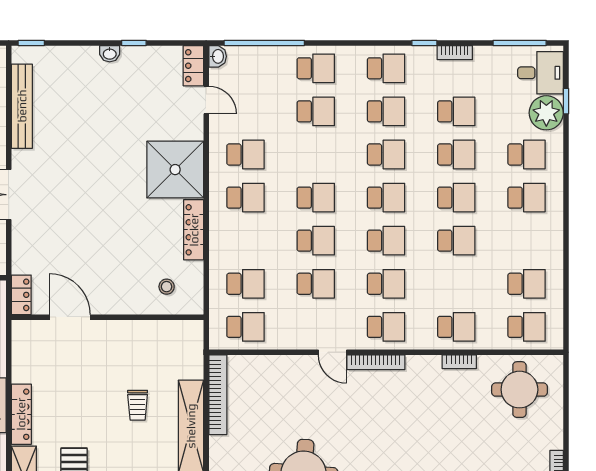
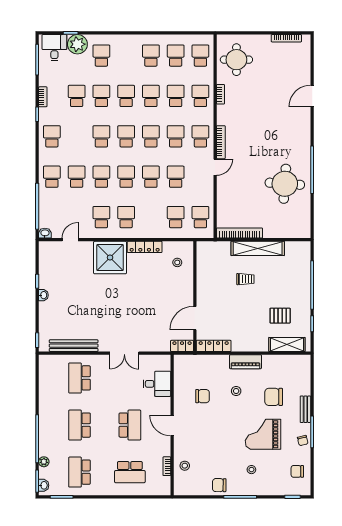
locker: (193, 66) -> (50, 247), removed
school desk: (386, 111) -> (101, 177), moved
school desk: (527, 198) -> (151, 56), moved
school desk: (456, 284) -> (176, 96), added
locker: (21, 414) -> (214, 346), moved

